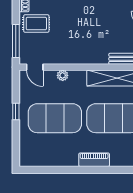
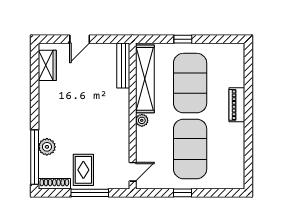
window: (16, 41) -> (90, 193), moved
plant: (63, 75) -> (142, 120), moved

